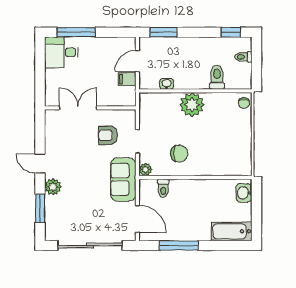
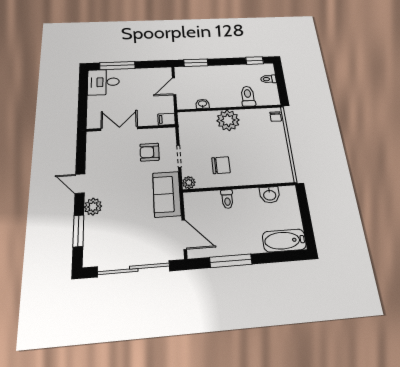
filing cabinet: (127, 79) -> (167, 119), moved
toilet: (163, 188) -> (227, 199), moved
washbasin: (244, 193) -> (270, 195), moved, turned -90

